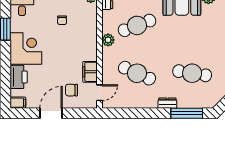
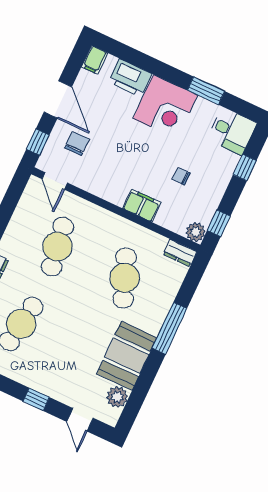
plant: (108, 40) -> (123, 228), removed
filing cabinet: (90, 72) -> (142, 205), moved
cafe table: (137, 73) -> (57, 246), turned -33
window: (81, 113) -> (38, 142), added

